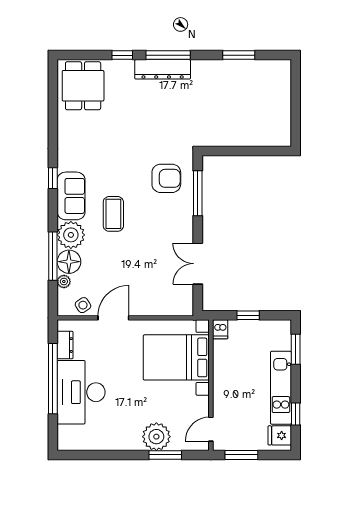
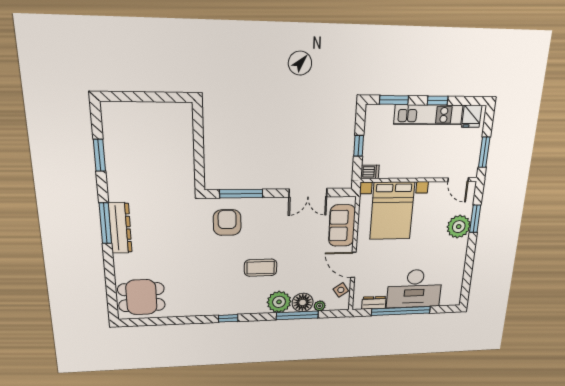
window: (122, 55) -> (109, 264), removed
sofa: (71, 196) -> (342, 226), moved, turned -90
window: (296, 414) -> (438, 101), moved

